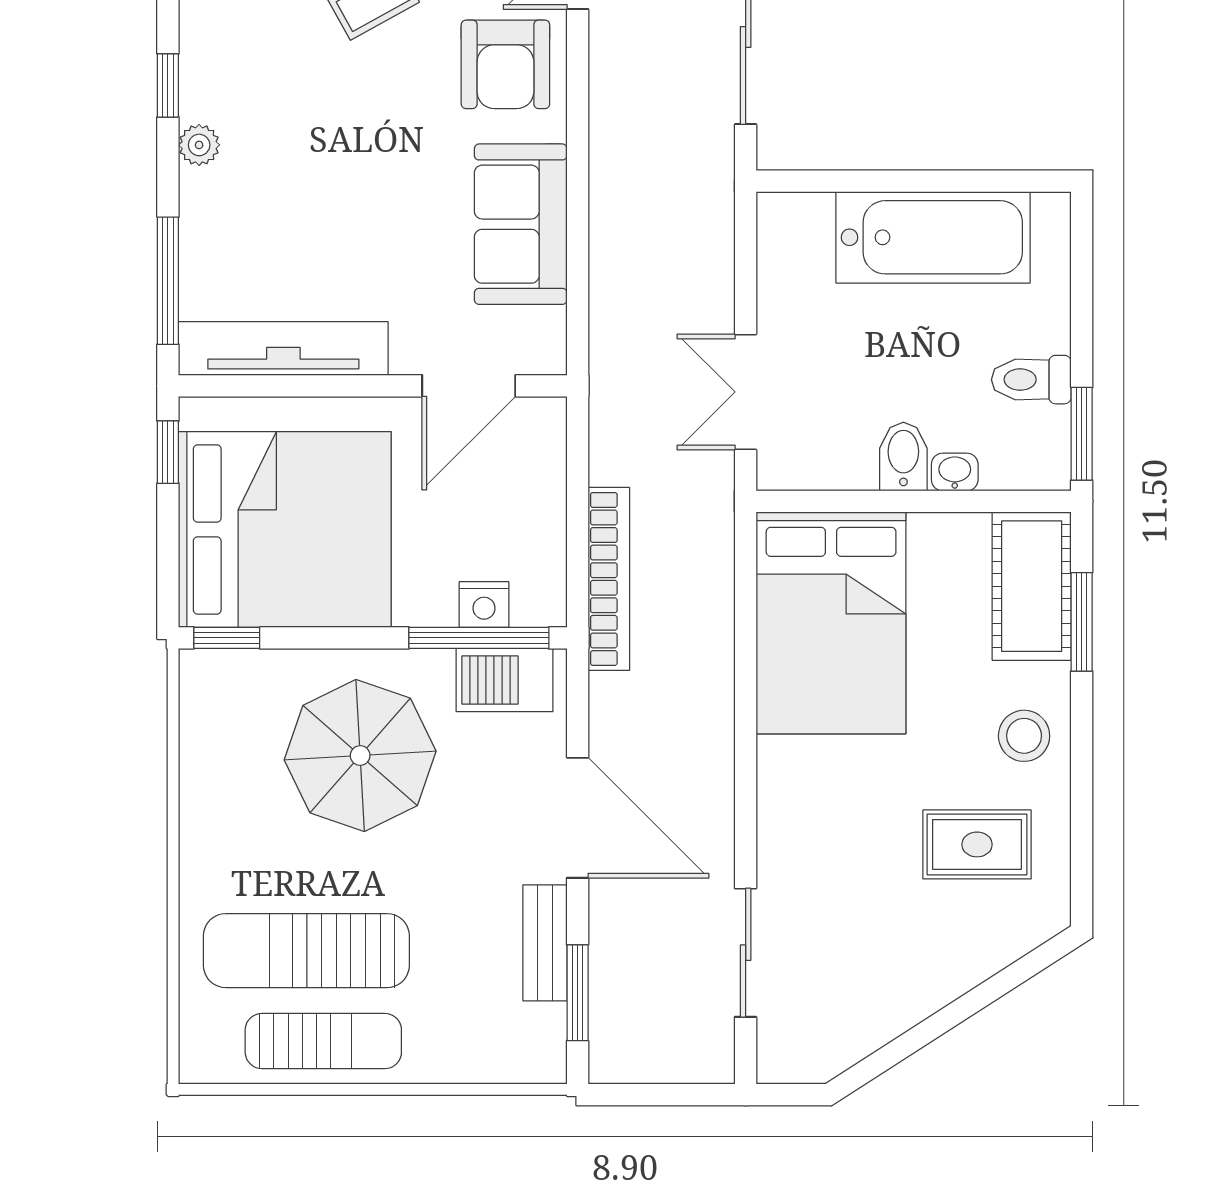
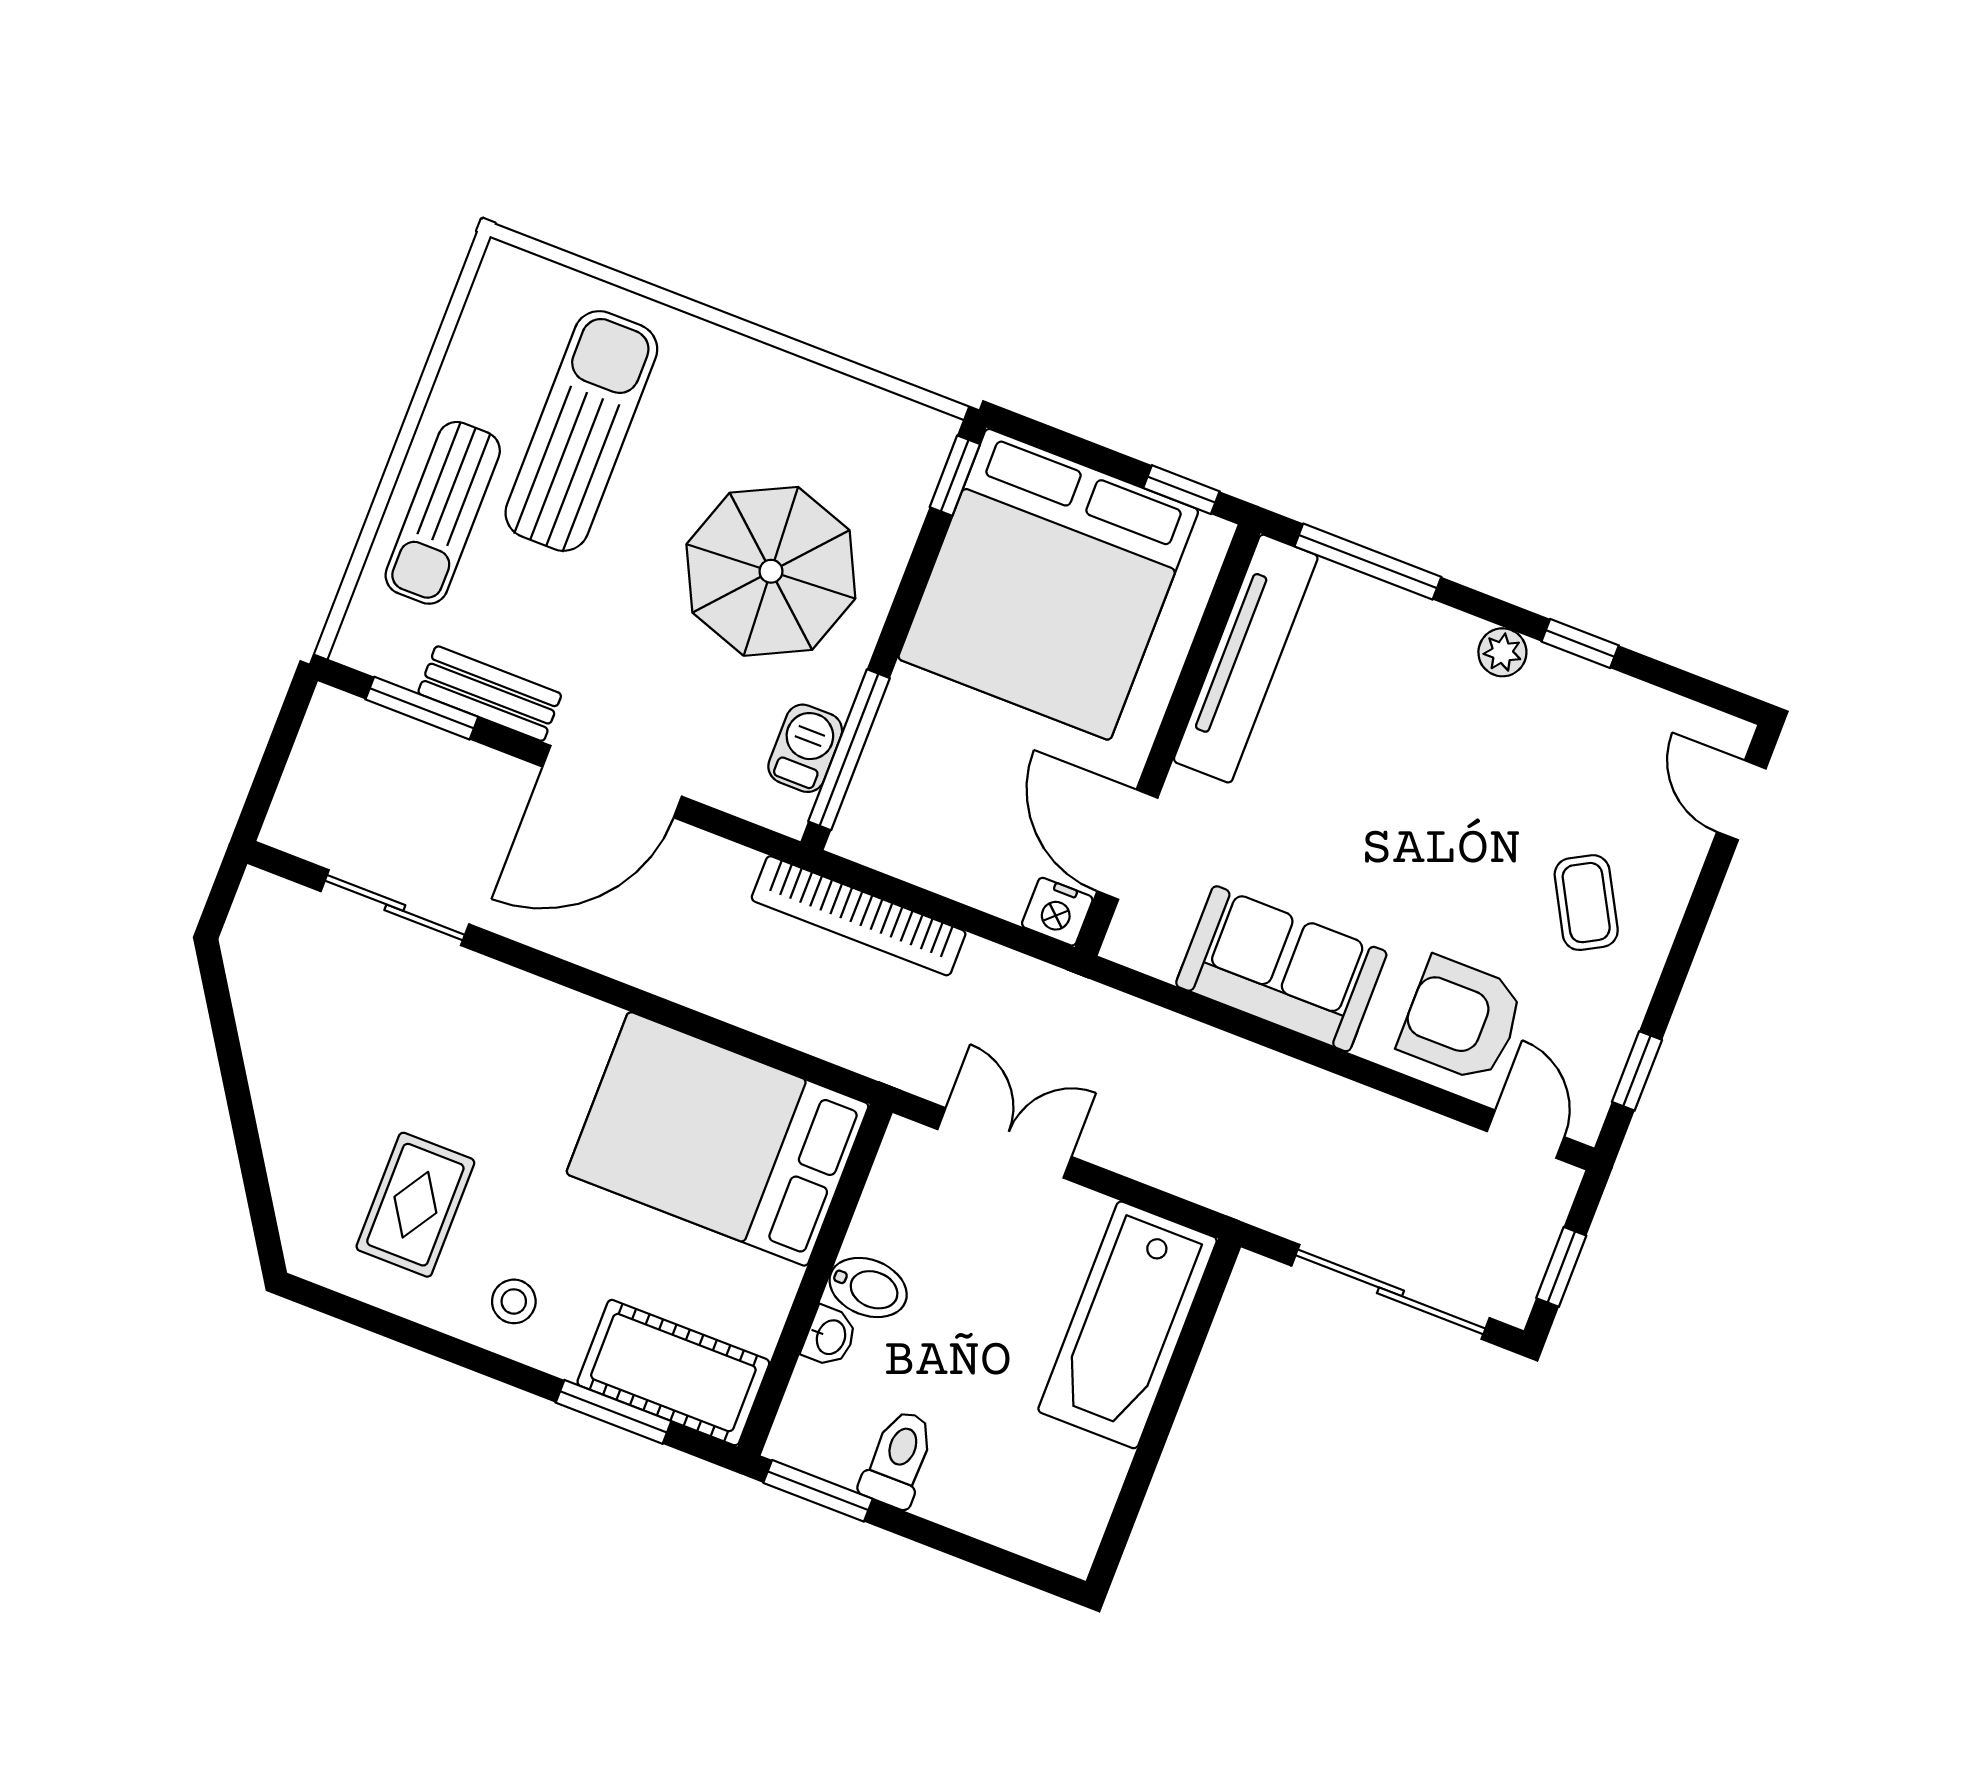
bathtub: (933, 237) -> (1128, 1325), moved
nightstand: (484, 605) -> (1057, 912), moved, turned -90
barbecue: (505, 680) -> (805, 748), width x0.73, depth x0.79
stool: (1024, 736) -> (514, 1301), width x0.73, depth x0.73
sun lounger: (323, 1041) -> (443, 513), moved

